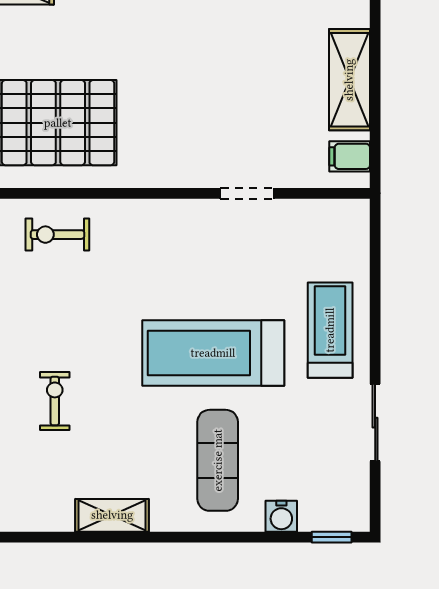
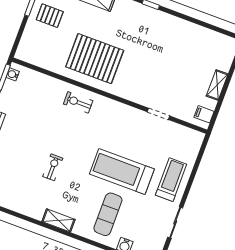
shelving: (349, 80) -> (217, 85), width x0.67, depth x0.75

